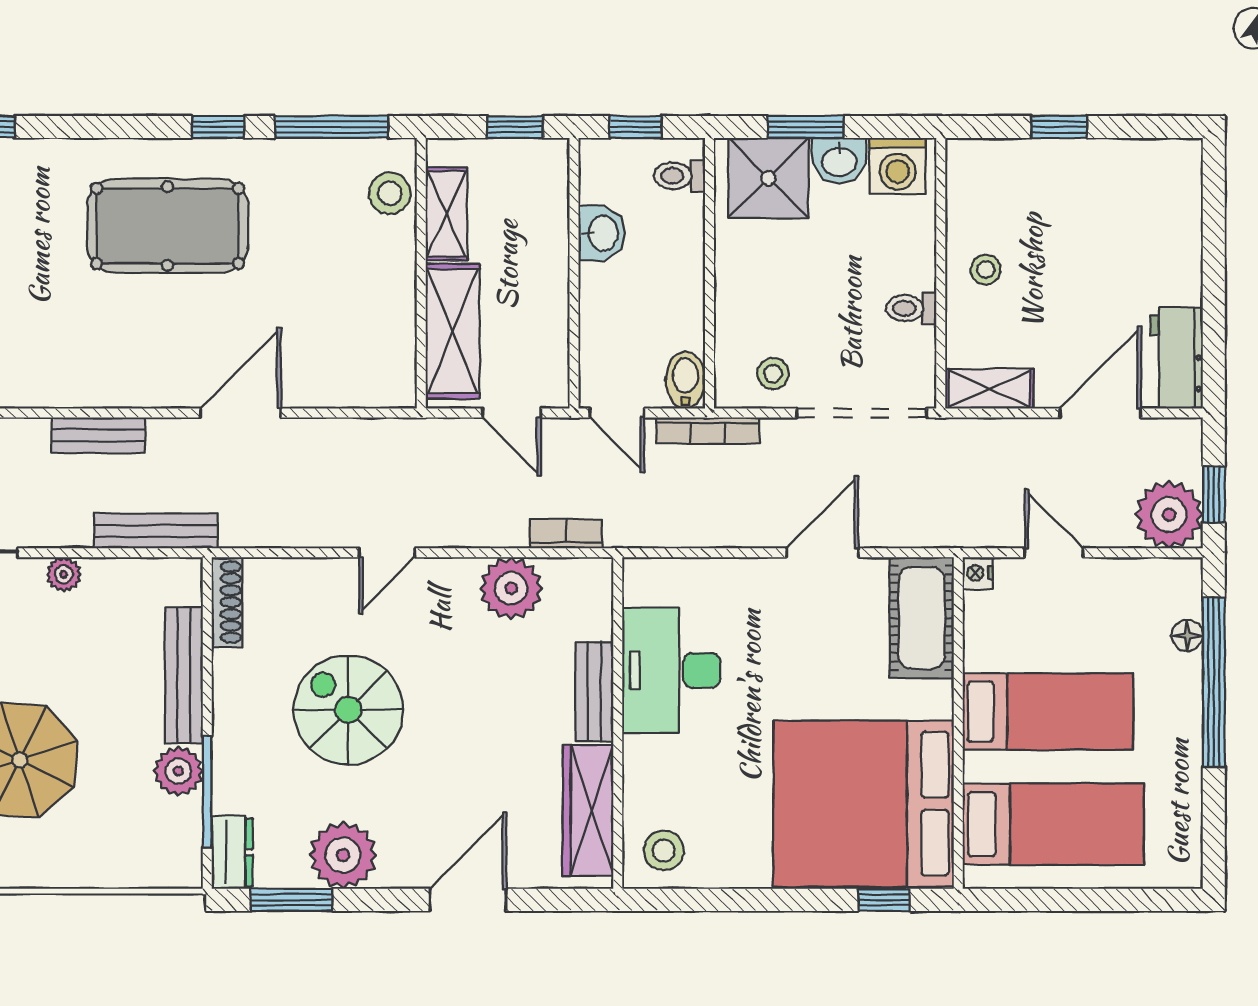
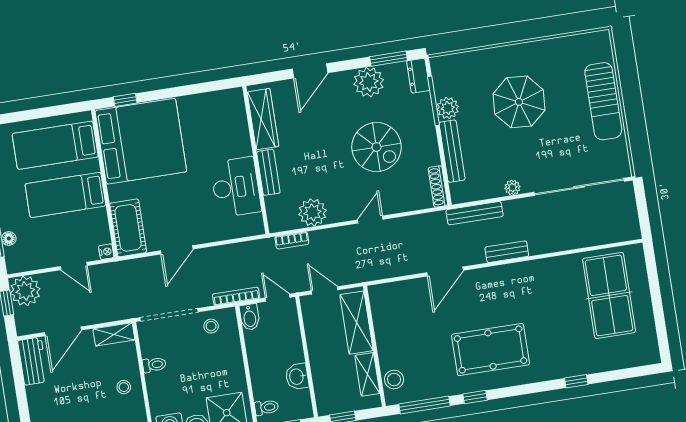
stool: (664, 851) -> (226, 106), removed

